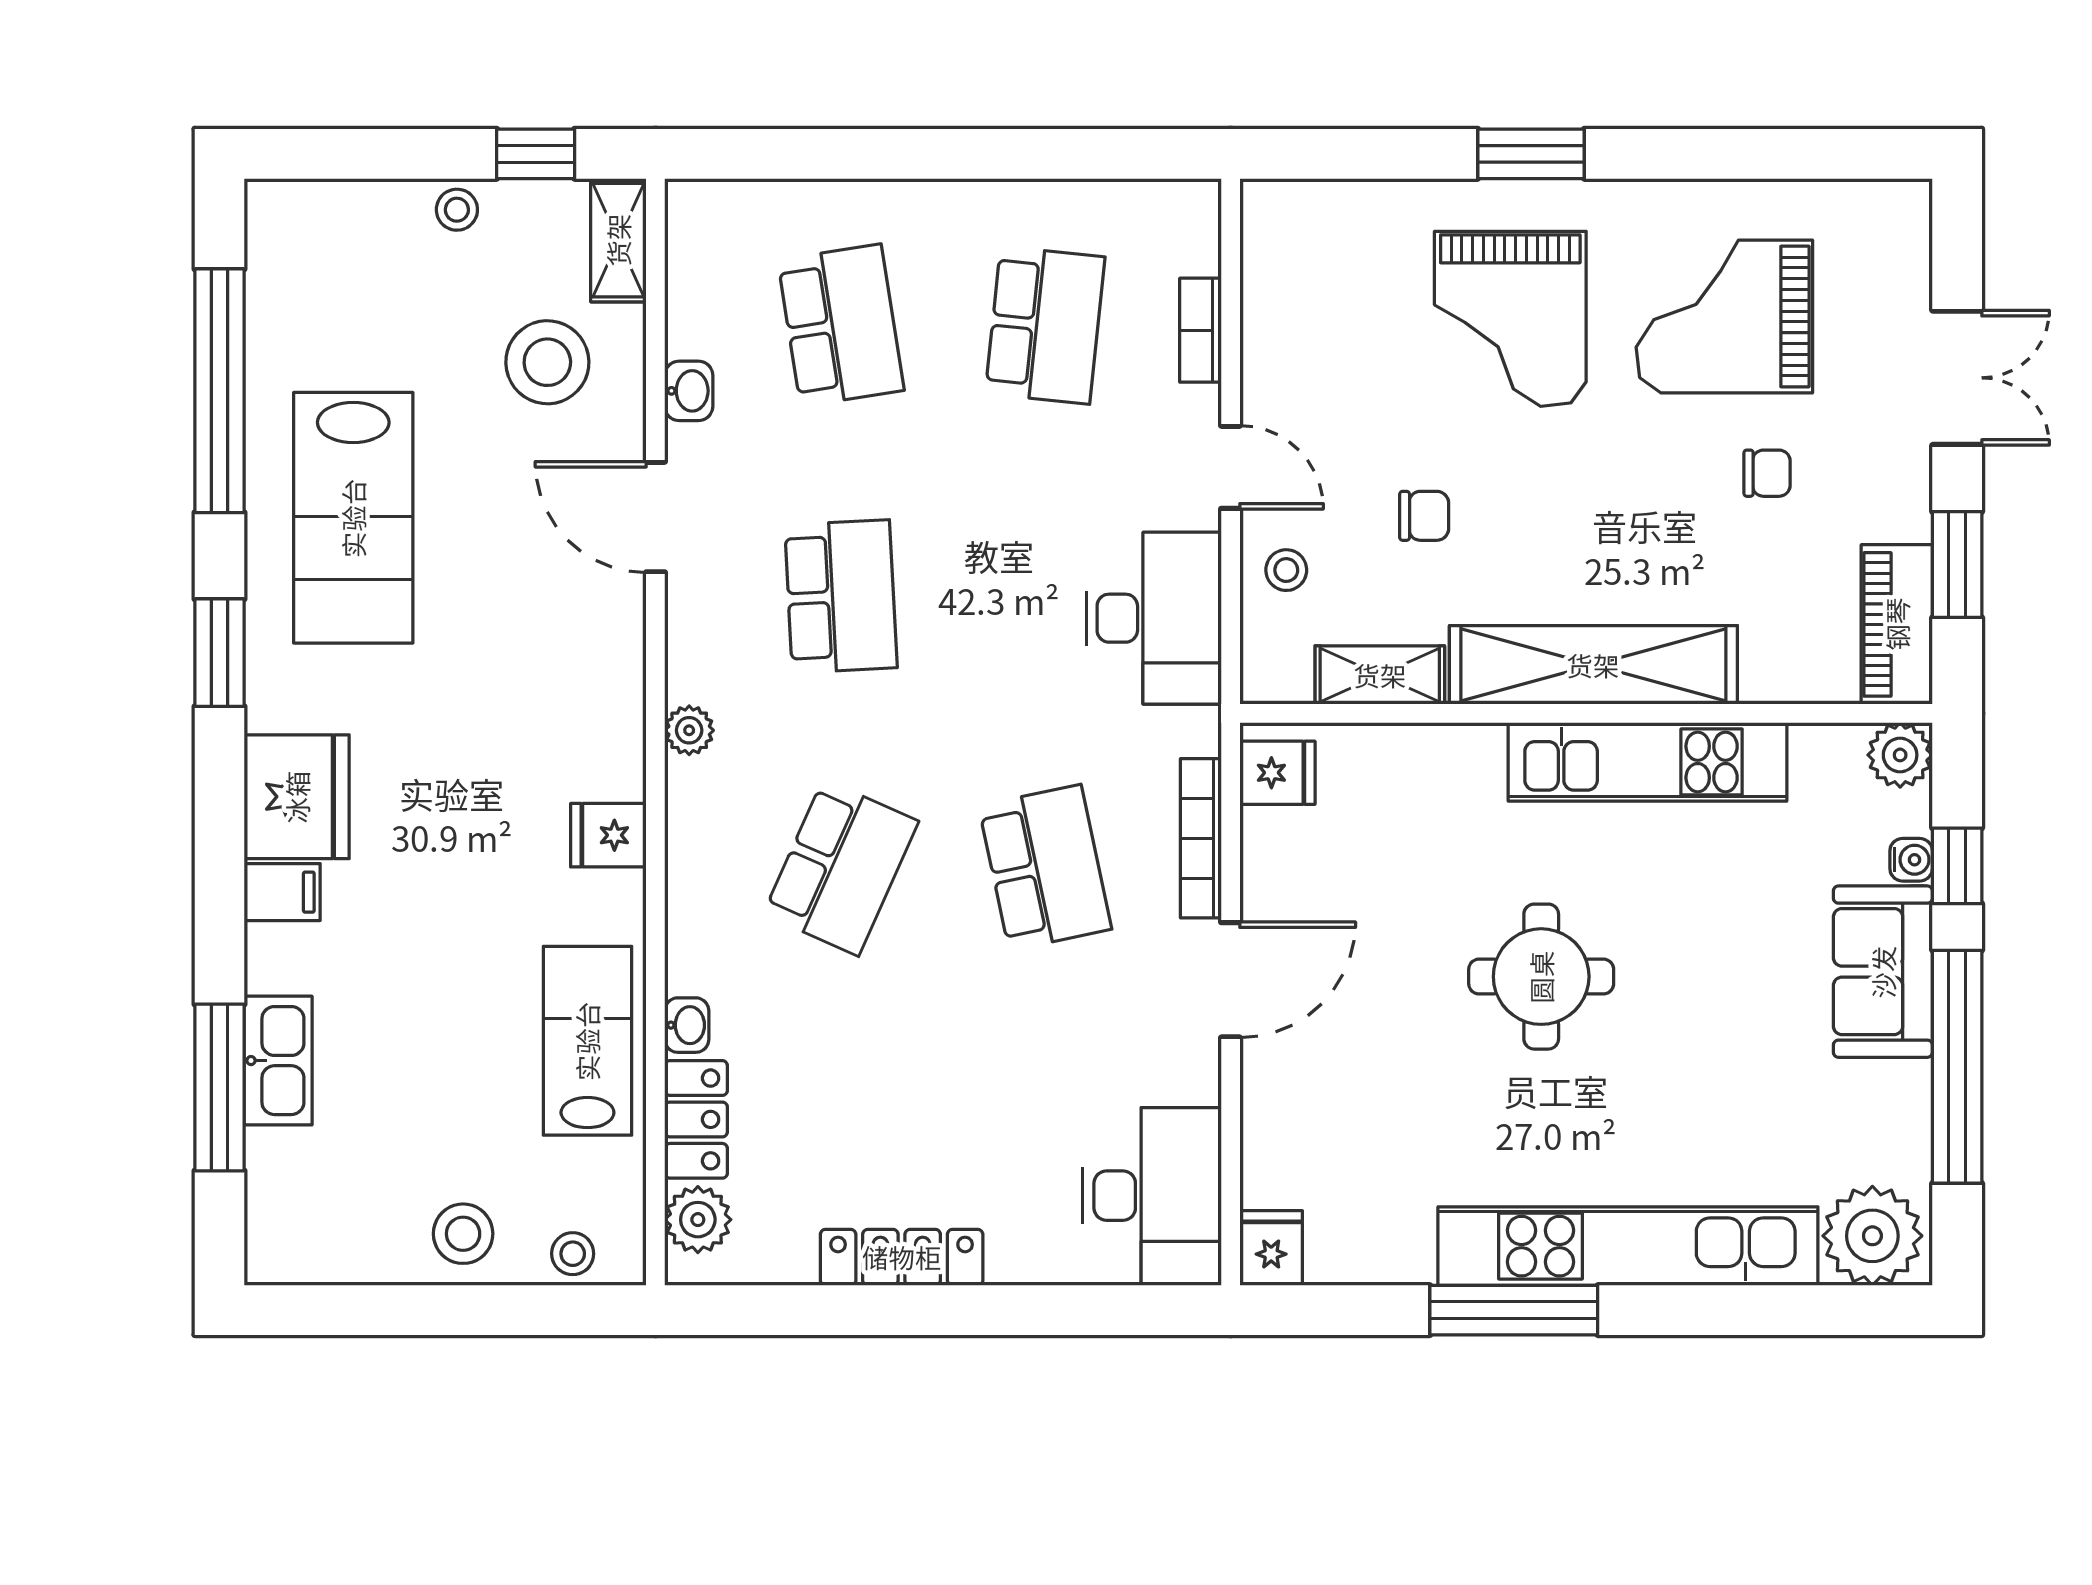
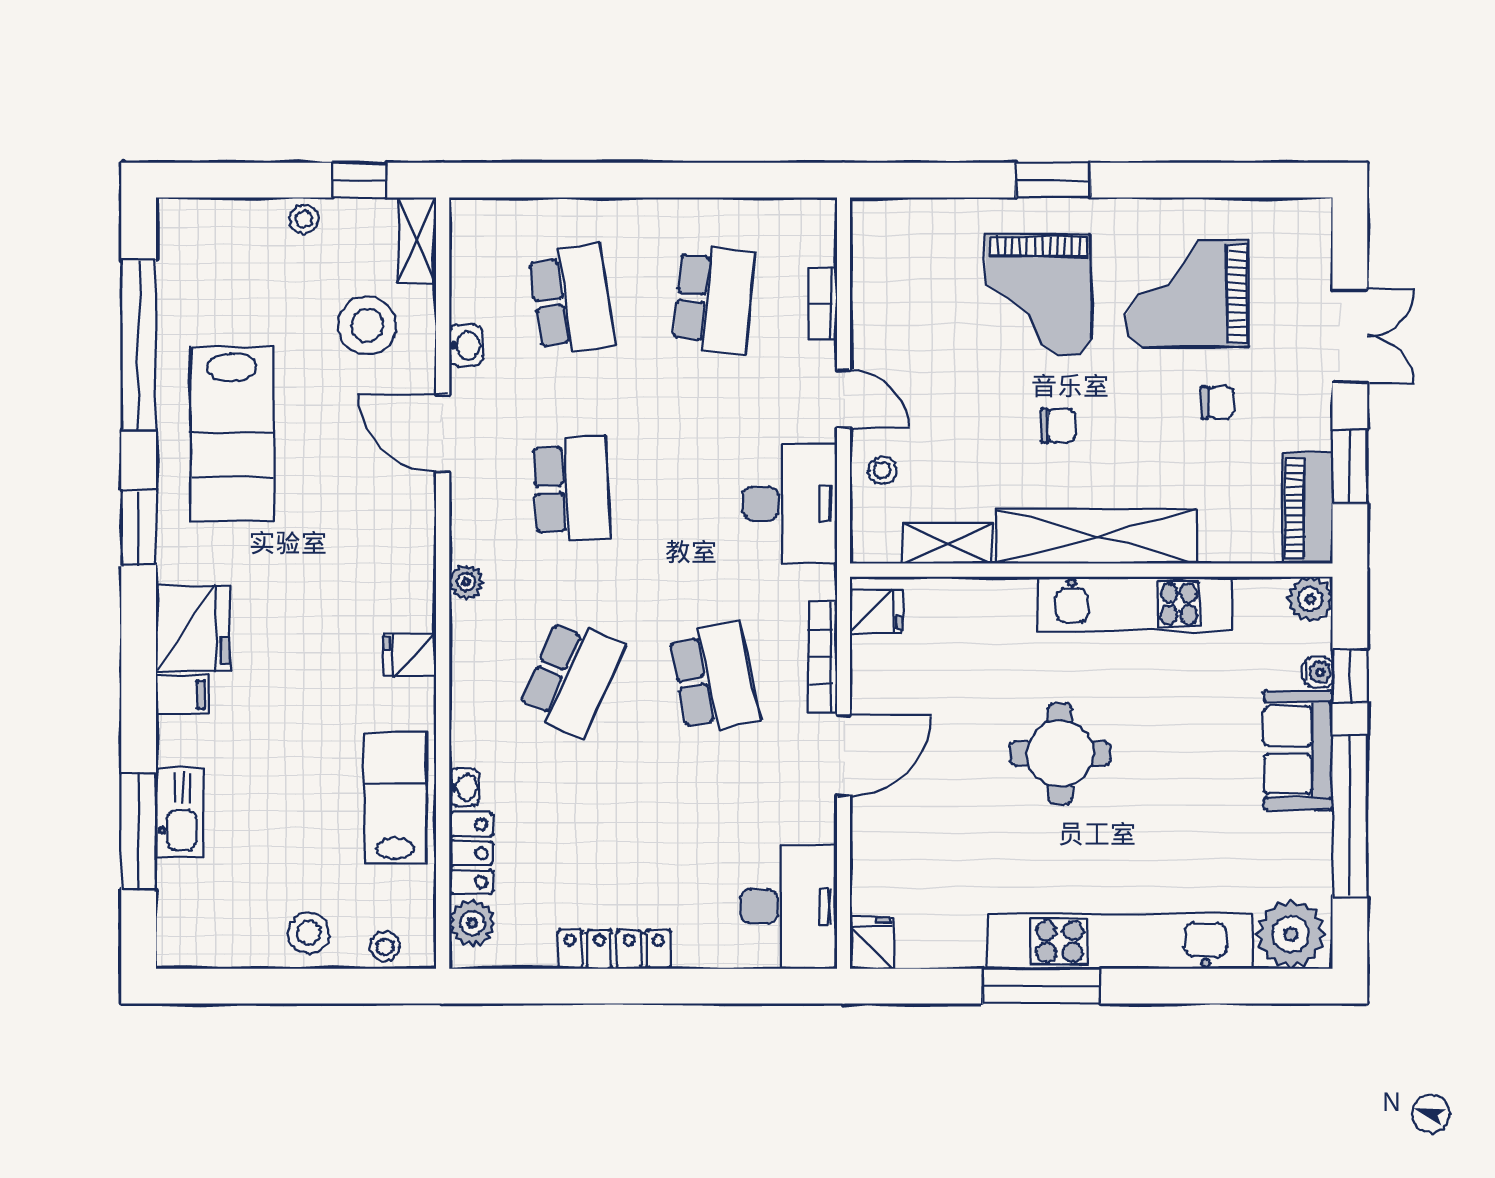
chair: (1424, 516) -> (1058, 425), moved

